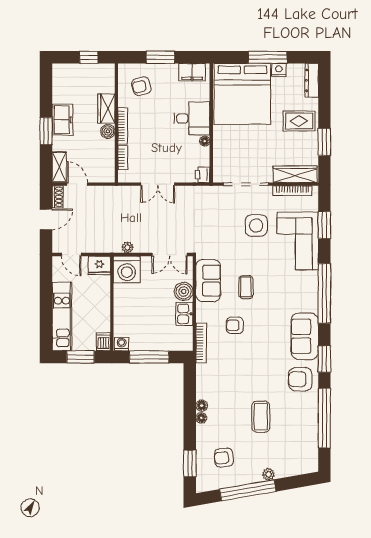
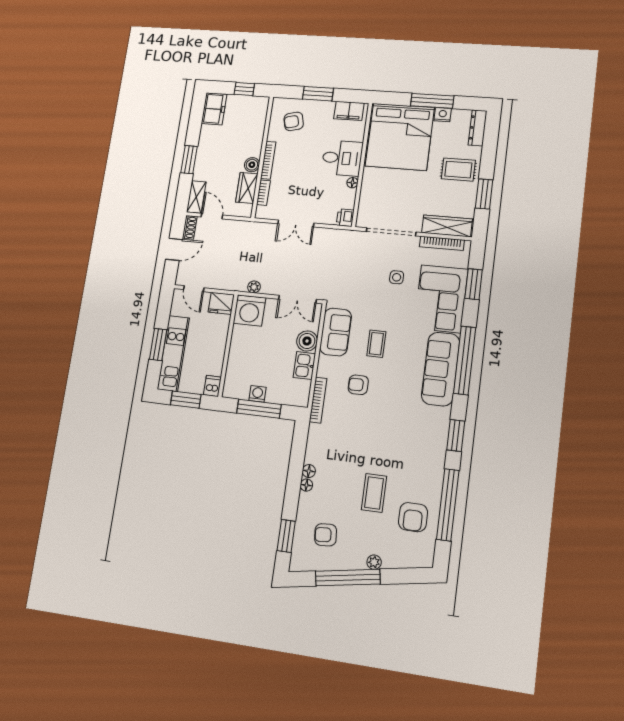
wardrobe: (106, 109) -> (247, 188), moved
freezer: (62, 120) -> (214, 109), moved
side table: (256, 225) -> (397, 277), width x0.54, depth x0.54
window: (46, 310) -> (158, 344), added
sofa: (305, 336) -> (441, 369), moved, width x1.36
washing machine: (122, 344) -> (257, 394), moved
armchair: (300, 379) -> (413, 517), moved, turned -90

